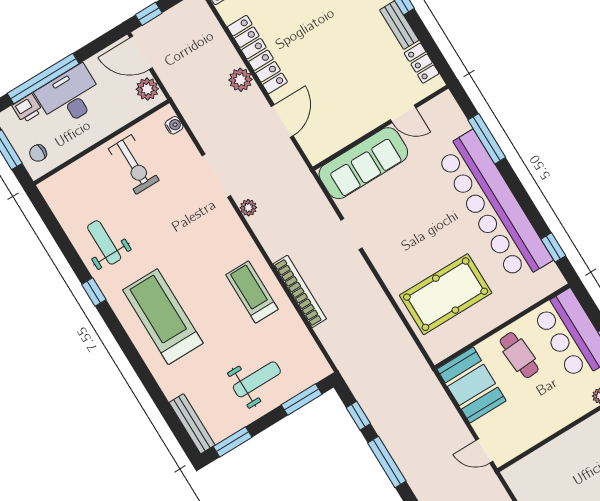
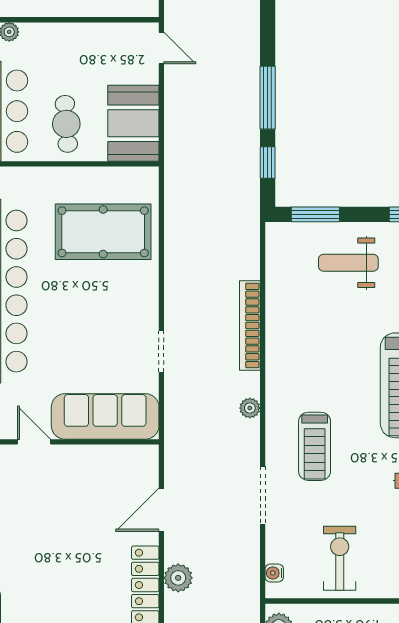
plant: (248, 208) -> (250, 408), moved
treadmill: (252, 292) -> (315, 446), moved

